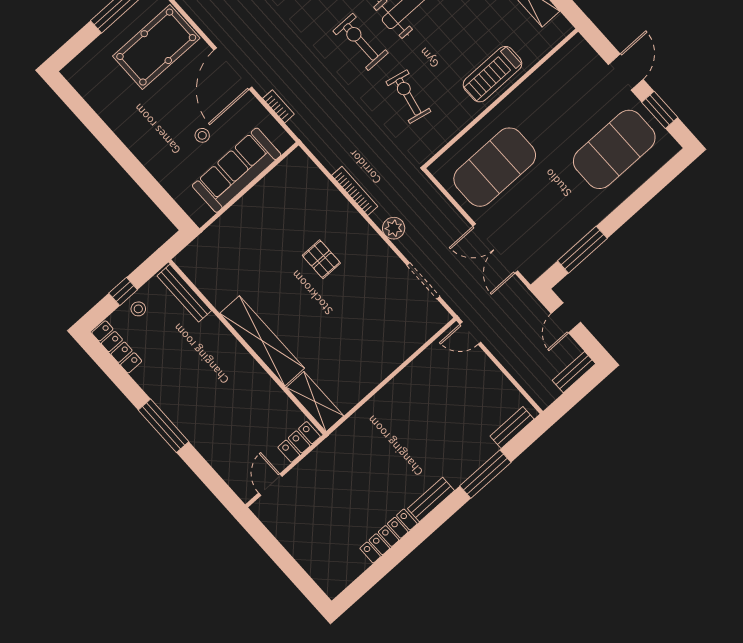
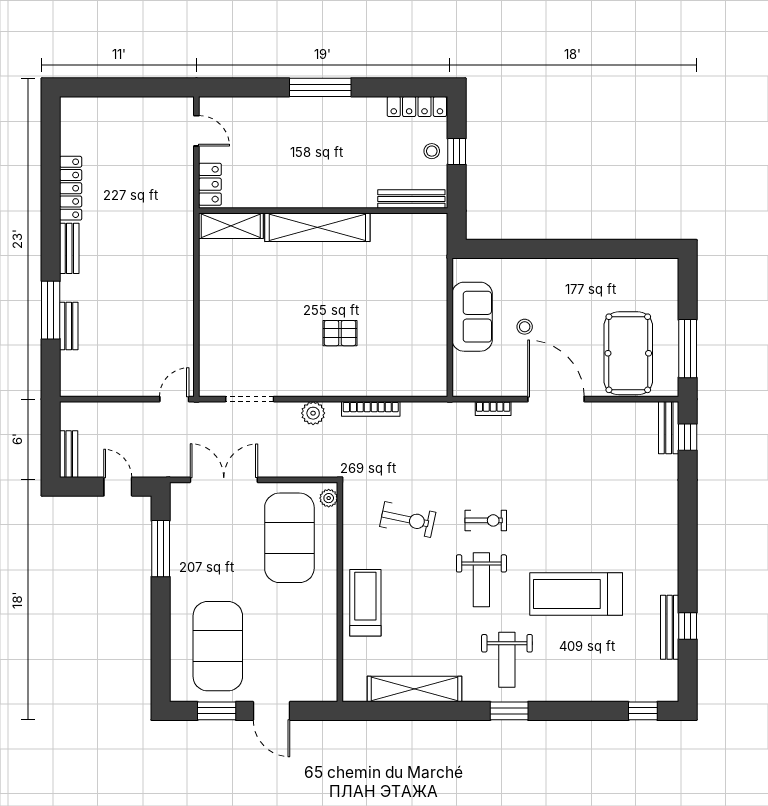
exercise bike: (361, 42) -> (486, 520), width x0.73, depth x0.72
plant: (443, 165) -> (329, 498), added
sofa: (237, 170) -> (472, 317), width x0.73
bench: (512, 428) -> (69, 326), moved

